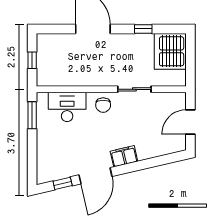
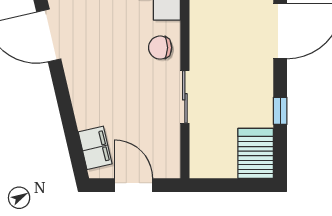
server rack: (170, 51) -> (256, 153), width x0.62
filing cabinet: (124, 156) -> (95, 148), moved

